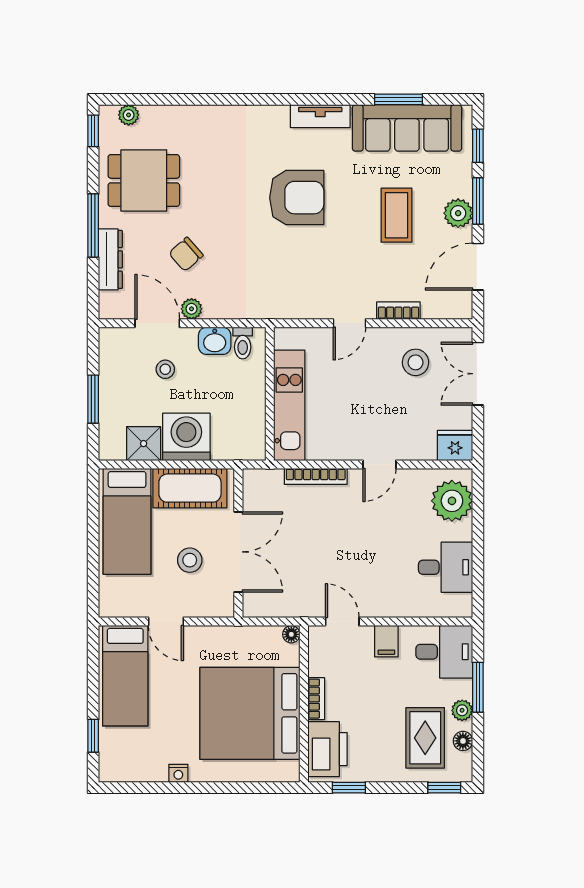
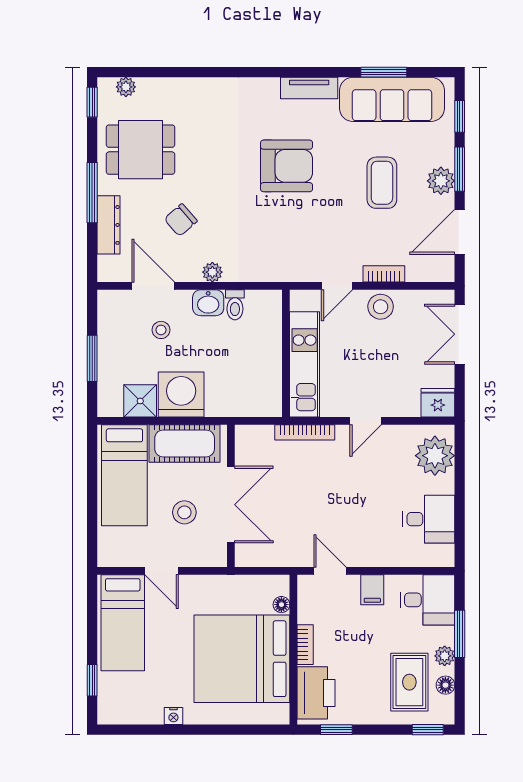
plant: (192, 309) -> (212, 272), moved
stool: (416, 362) -> (381, 307), moved
wall: (270, 394) -> (286, 353), moved
kitchen unit: (289, 405) -> (305, 364), moved
floor lamp: (291, 634) -> (281, 605), moved

